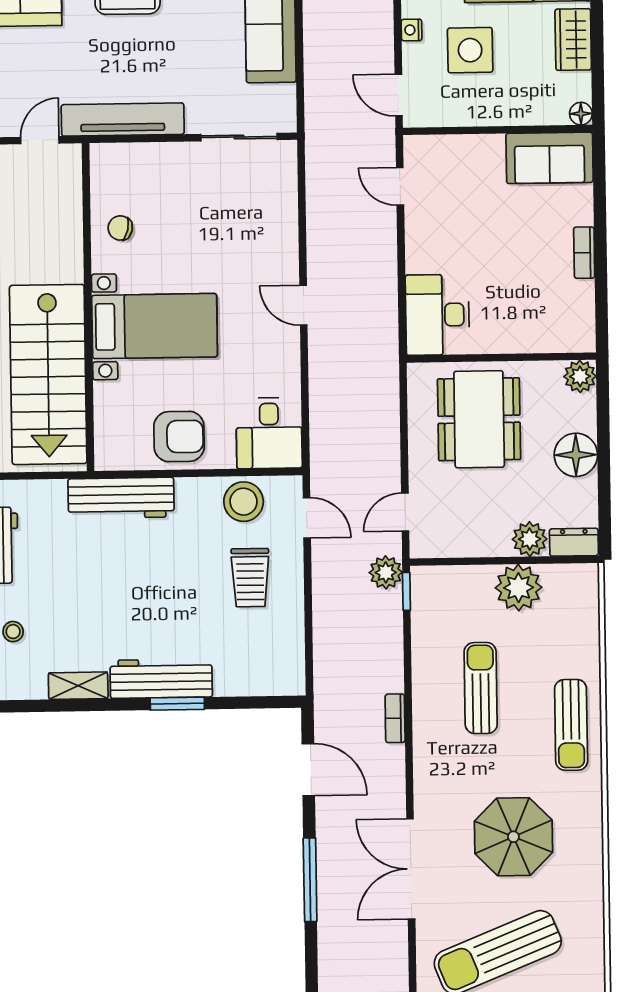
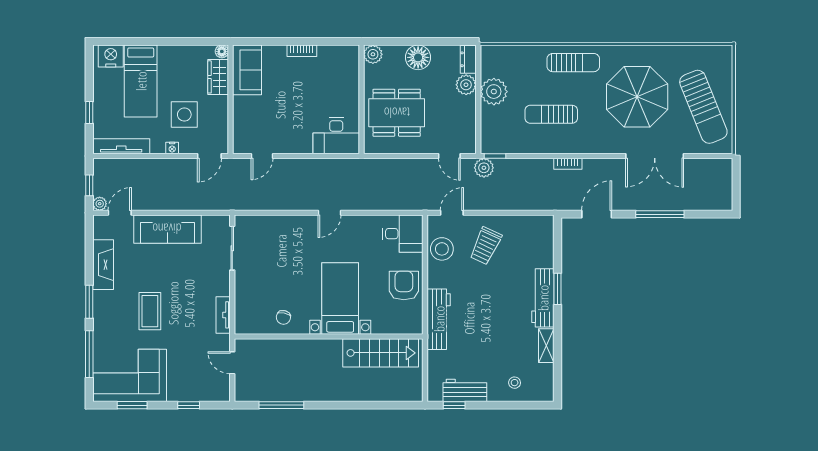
wardrobe: (573, 39) -> (218, 77), moved, turned 90
tv unit: (123, 119) -> (223, 315), width x0.52, depth x0.78
stairs: (48, 374) -> (381, 353), width x0.73, depth x0.66
trolley: (250, 578) -> (486, 246), turned 115
parasol: (513, 837) -> (637, 97), width x1.36, depth x1.36

